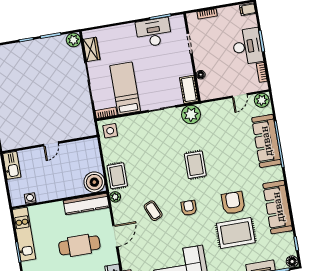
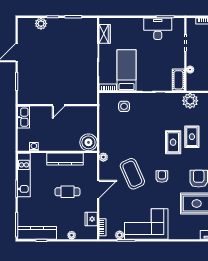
plant: (73, 40) -> (41, 24), moved
plant: (191, 114) -> (190, 101), moved
side table: (110, 131) -> (124, 106), moved
rug: (117, 176) -> (192, 137), moved
kitchen counter: (86, 204) -> (65, 159), moved
coffee table: (153, 211) -> (132, 174), width x1.86, depth x1.72
cafe table: (79, 245) -> (67, 192), width x0.73, depth x0.74

